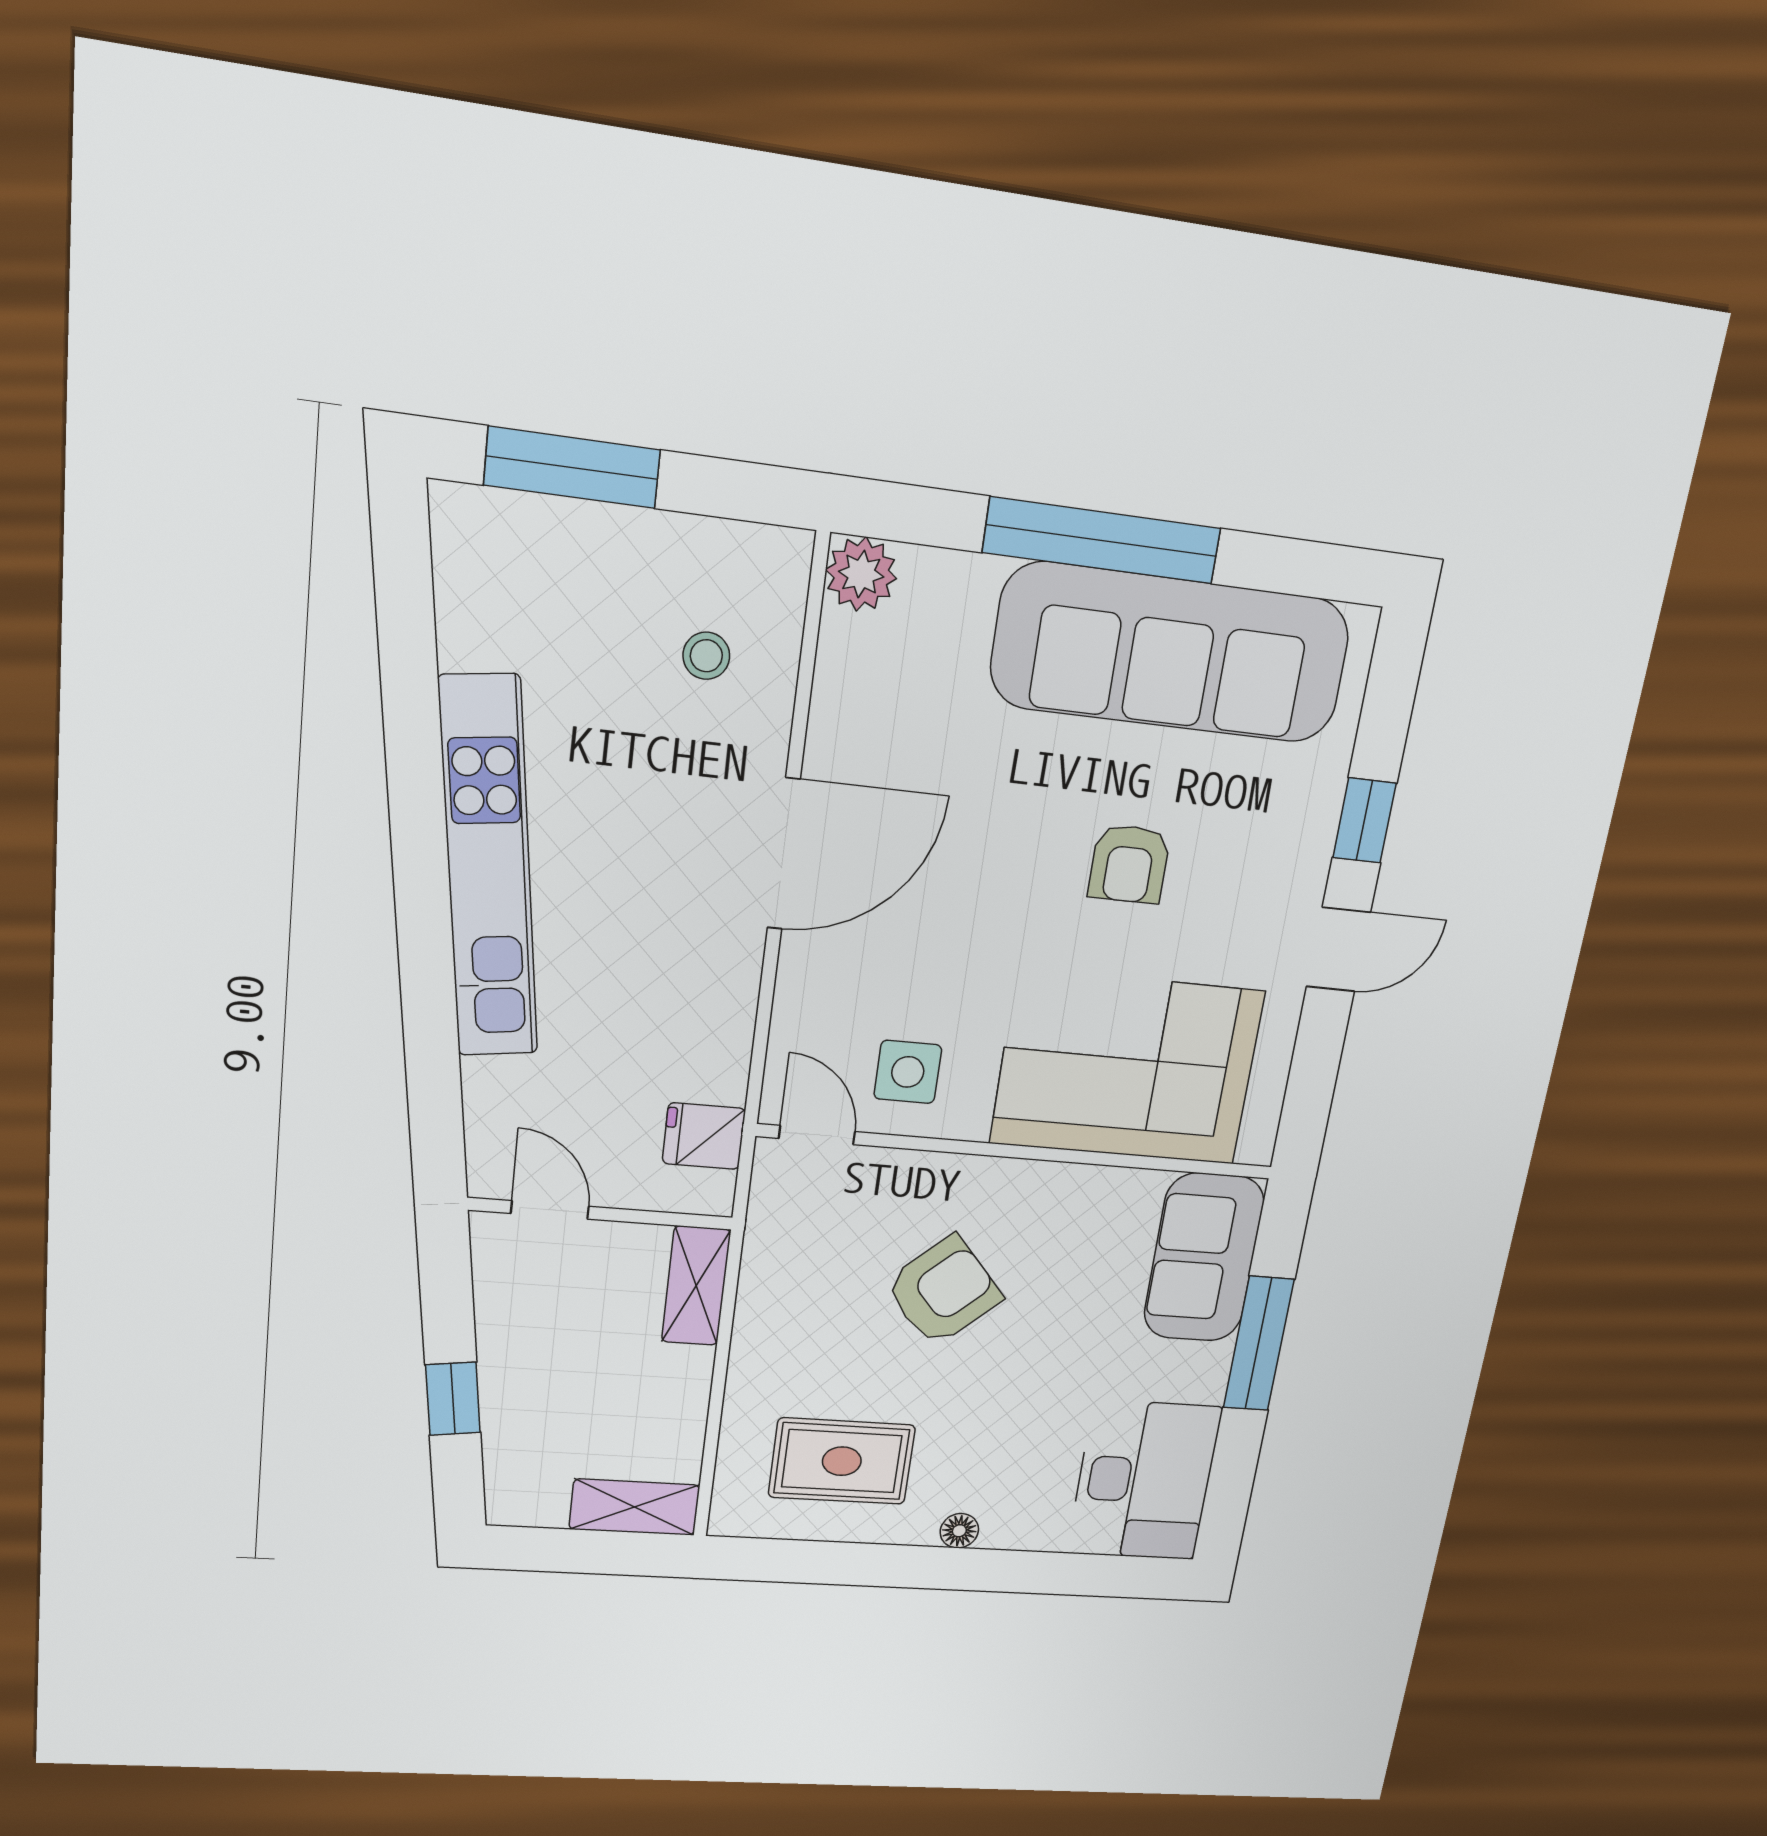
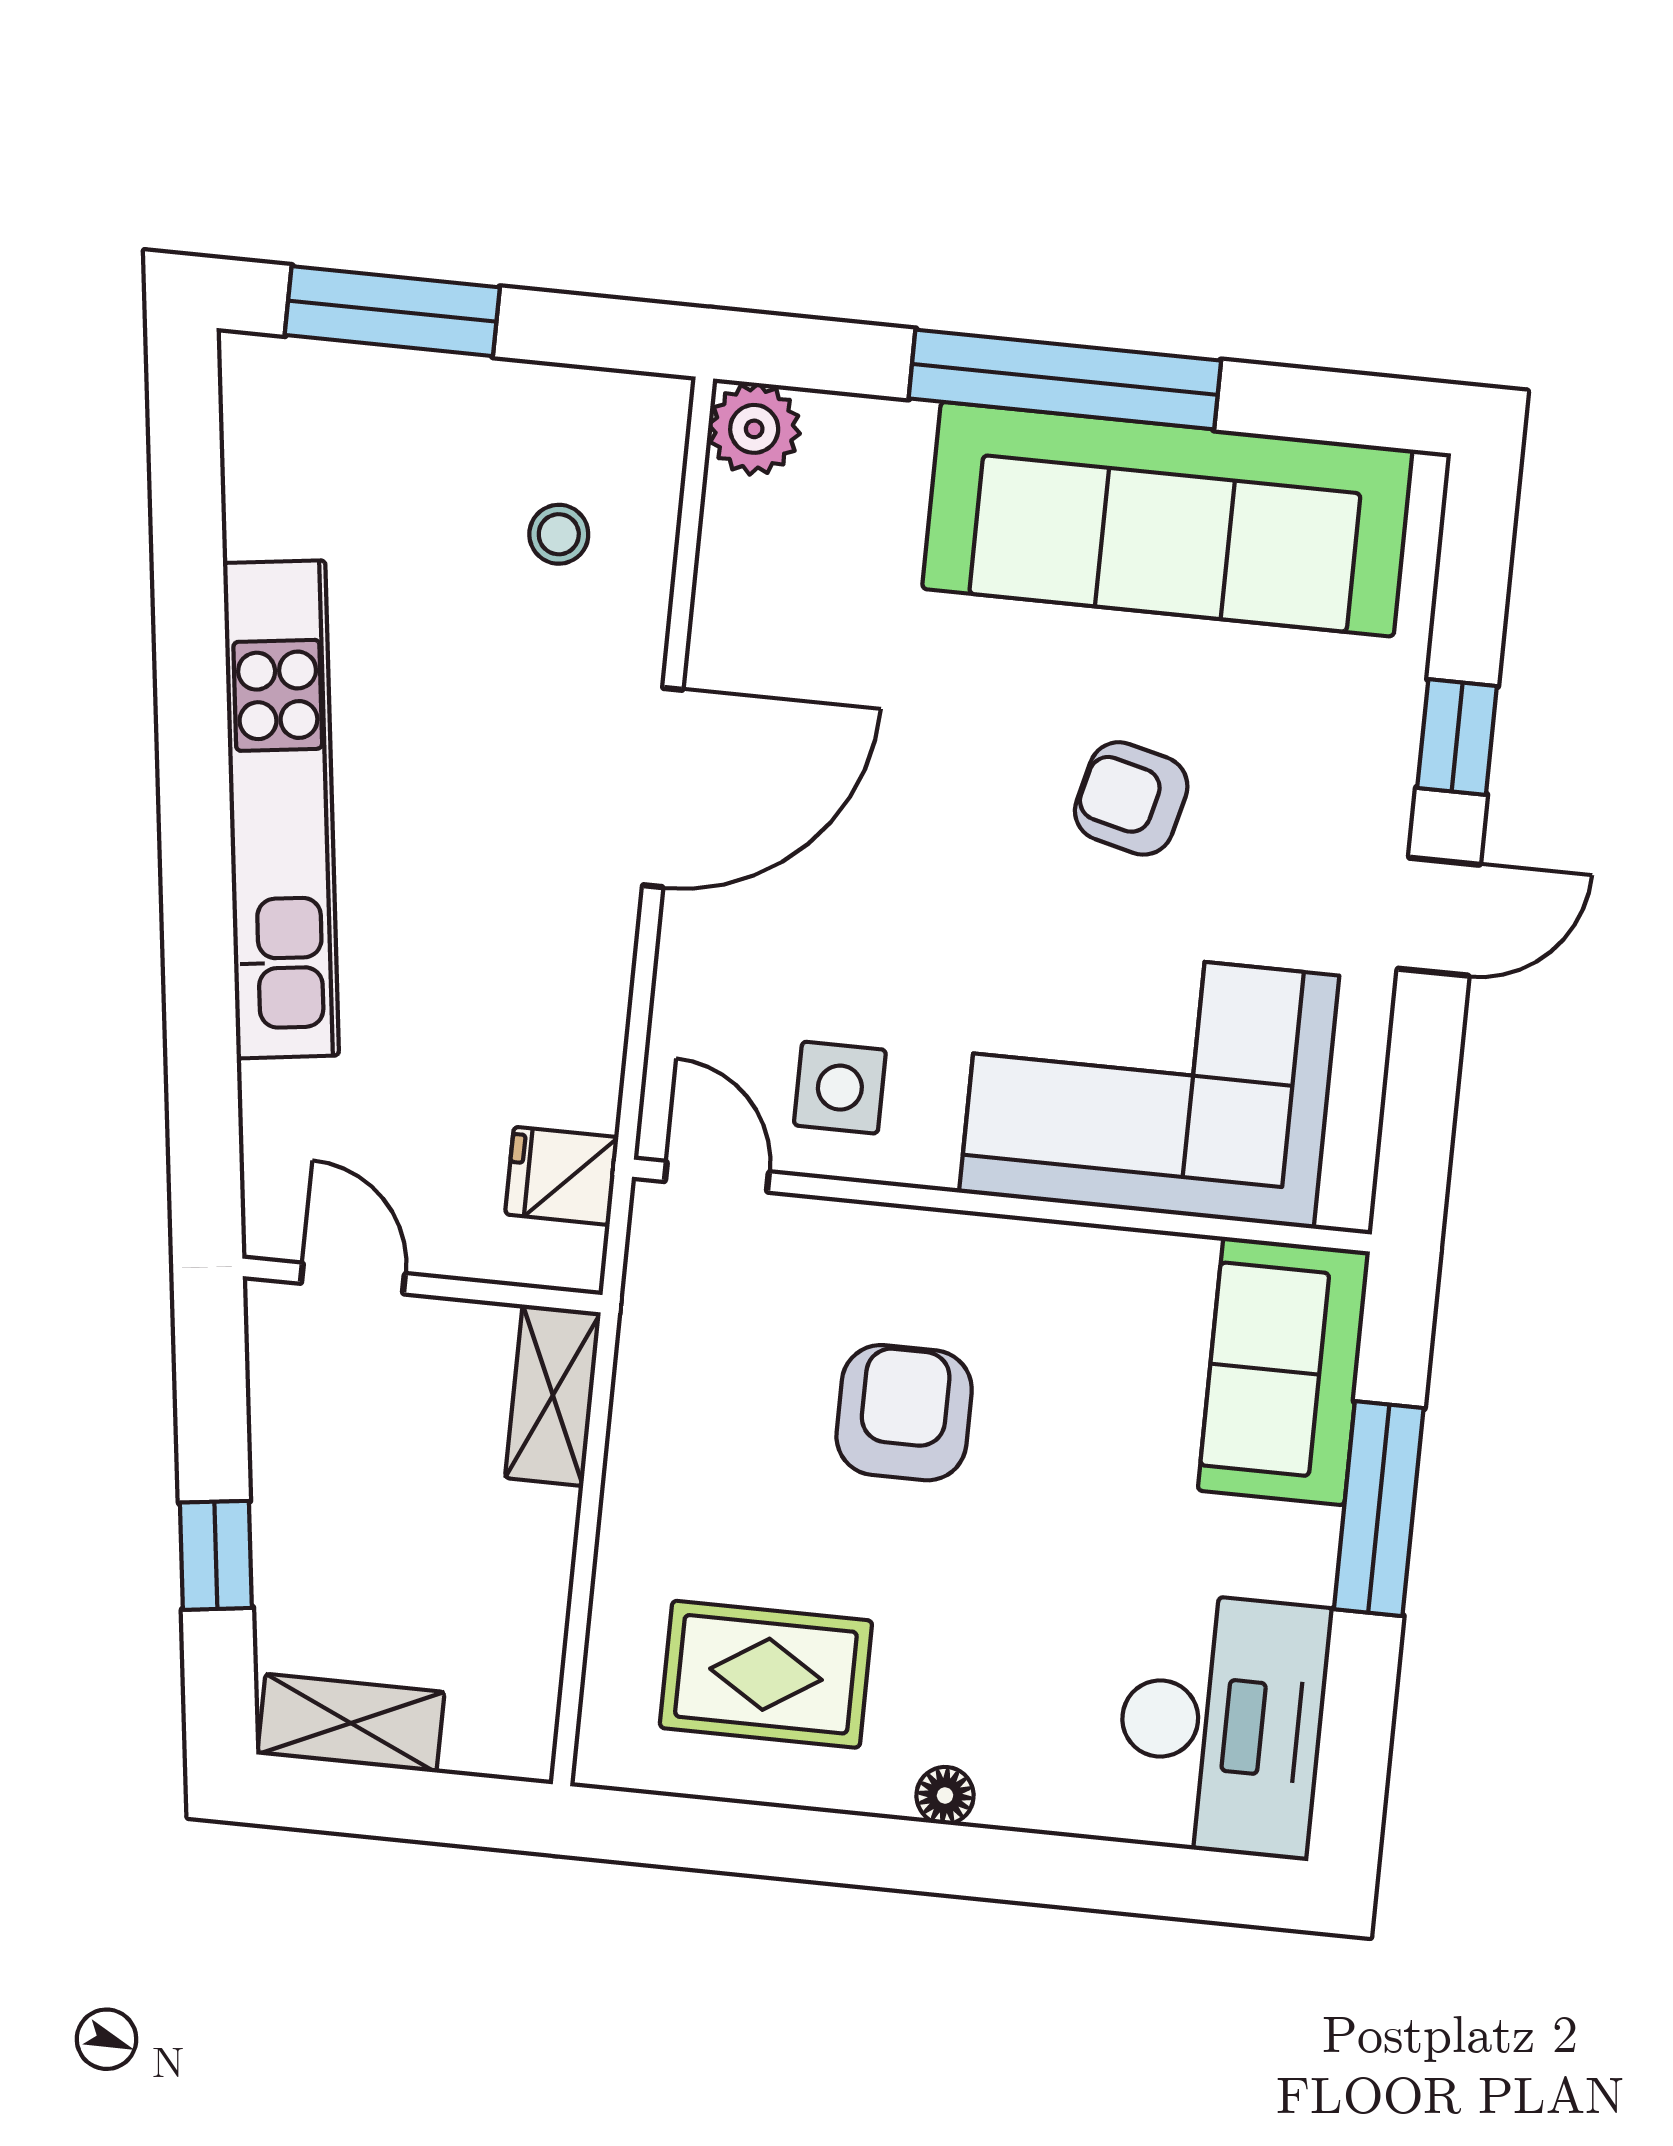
armchair: (1129, 864) -> (1131, 798), turned 104
armchair: (943, 1291) -> (904, 1413), turned -48
shelving: (634, 1507) -> (351, 1723), moved

